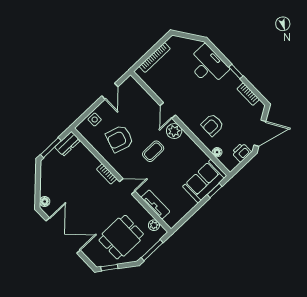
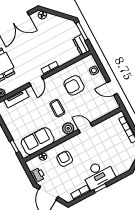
desk: (208, 65) -> (98, 174), moved
armchair: (120, 139) -> (74, 85), turned -107
sofa: (205, 181) -> (38, 141), moved, turned -90

